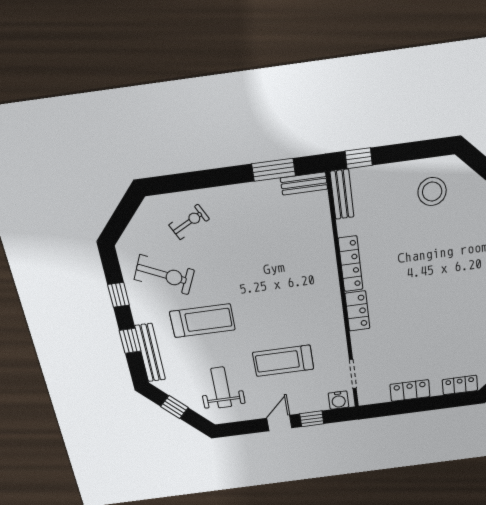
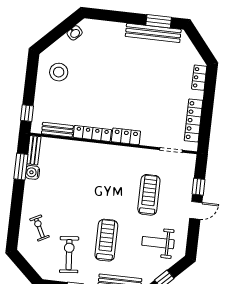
bench: (342, 194) -> (57, 130), moved
exercise bike: (164, 275) -> (69, 255), turned -30
treadmill: (283, 361) -> (149, 195), turned 180
locker: (410, 391) -> (194, 120), width x1.53
water cooler: (339, 400) -> (32, 172), moved, turned 180
door: (279, 423) -> (196, 210), swing flipped

